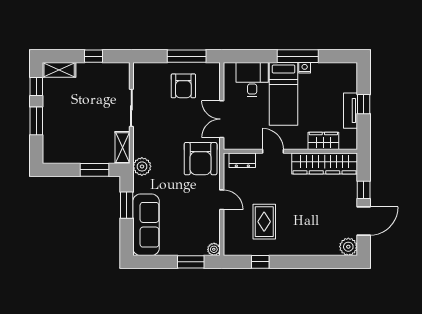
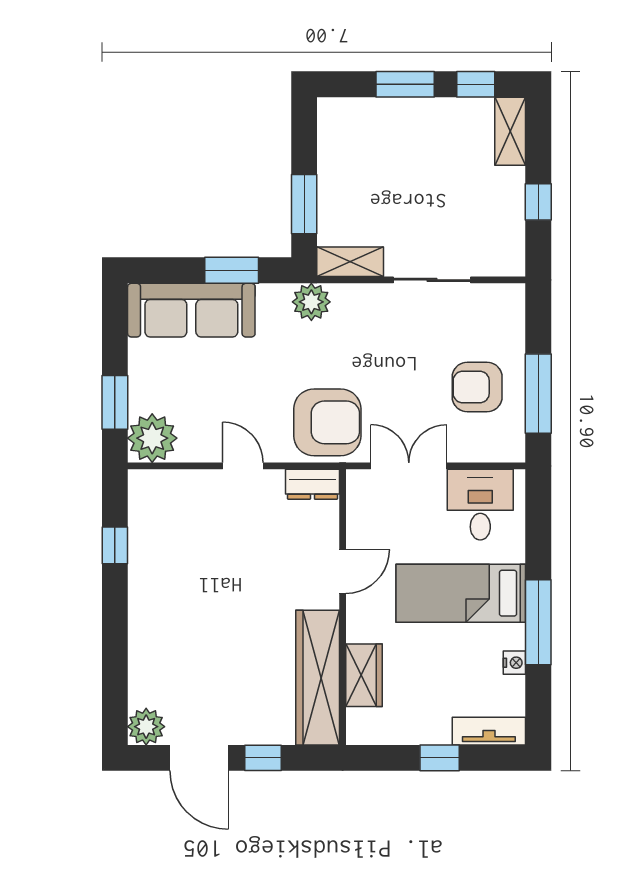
nightstand: (305, 68) -> (514, 663), moved
desk: (252, 80) -> (480, 505), moved, turned -90
tv unit: (350, 111) -> (489, 731), moved
armchair: (201, 159) -> (327, 422), turned 180
dresser: (242, 160) -> (312, 484), moved, turned -90
door: (222, 200) -> (243, 466), swing flipped
rug: (264, 222) -> (198, 553), removed
plant: (214, 249) -> (152, 438), width x1.88, depth x1.88

